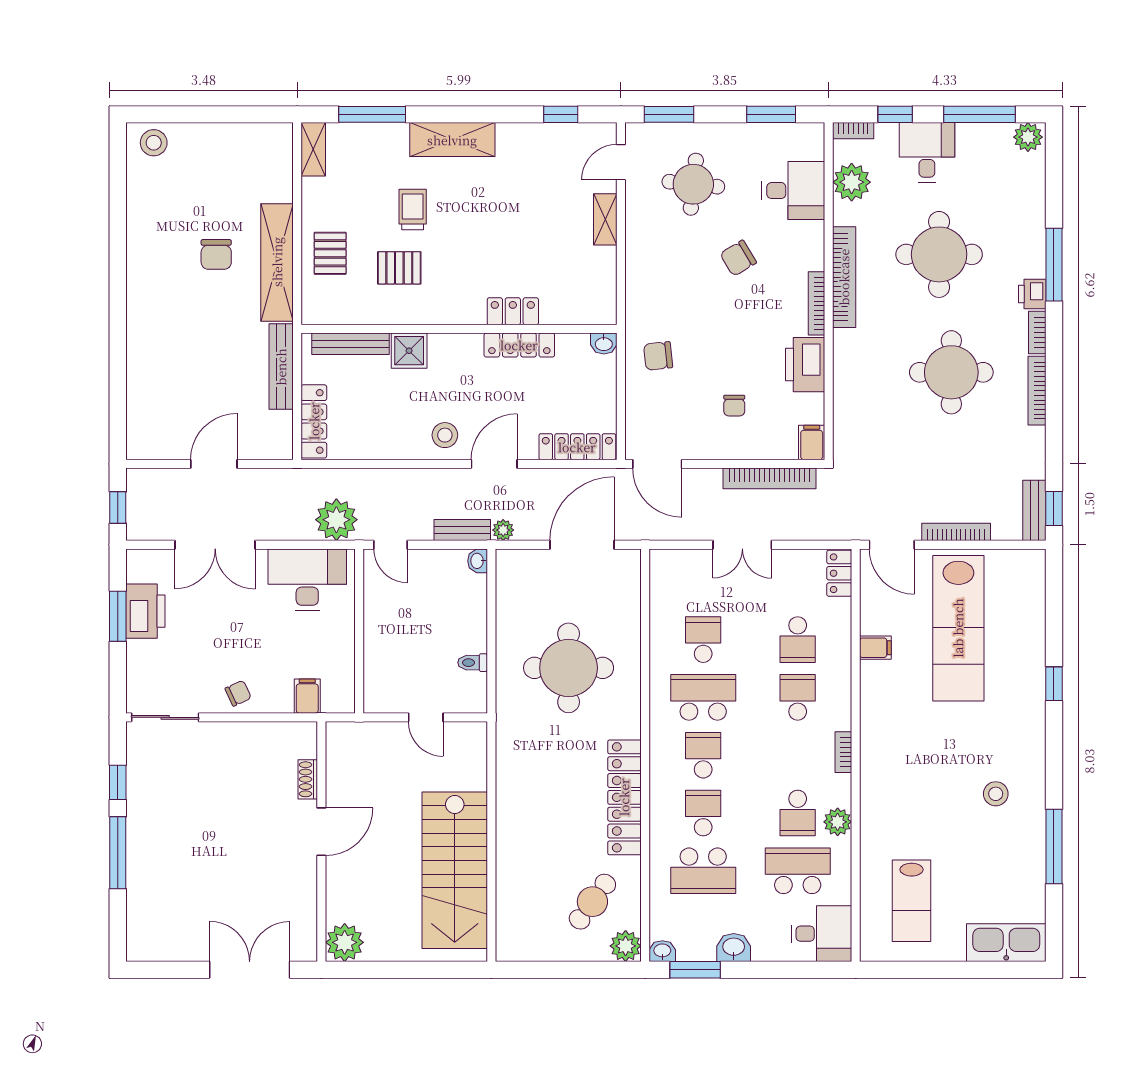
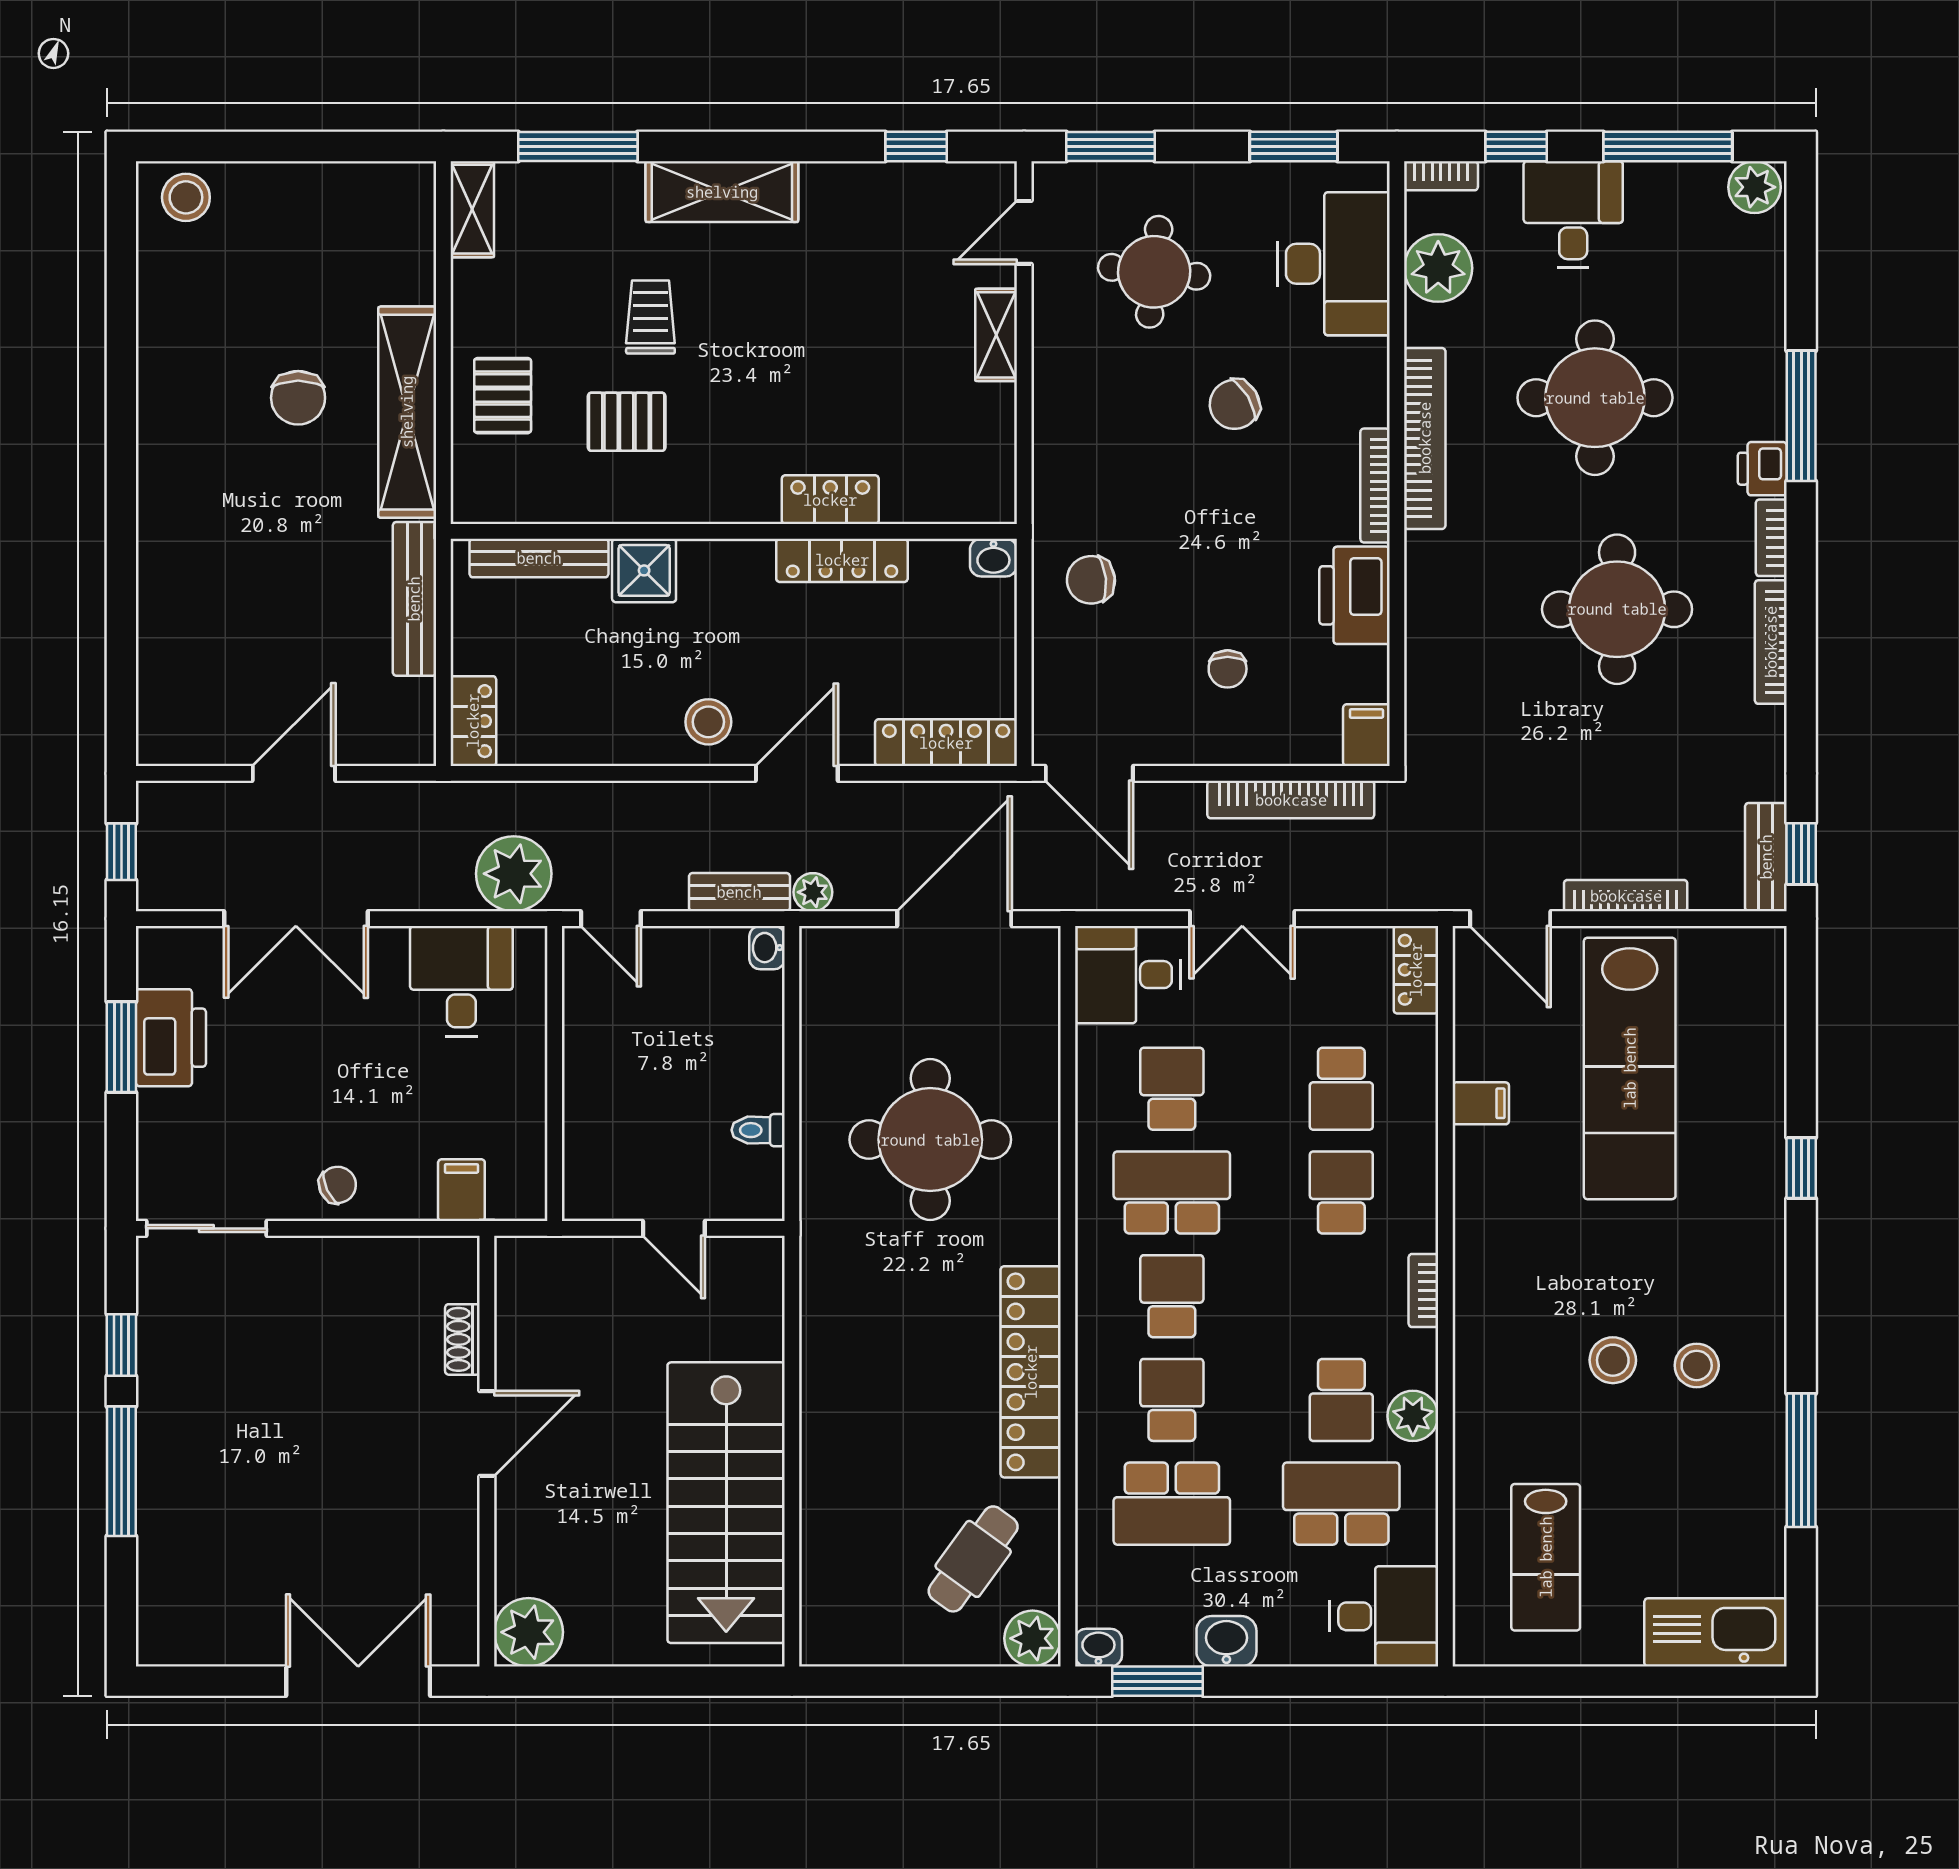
desk: (793, 191) -> (1333, 264), width x1.37
locker: (314, 421) -> (473, 721), width x0.66
desk: (679, 576) -> (1128, 975), added
desk: (307, 580) -> (461, 981), width x0.73
stool: (949, 791) -> (1613, 1360), added

